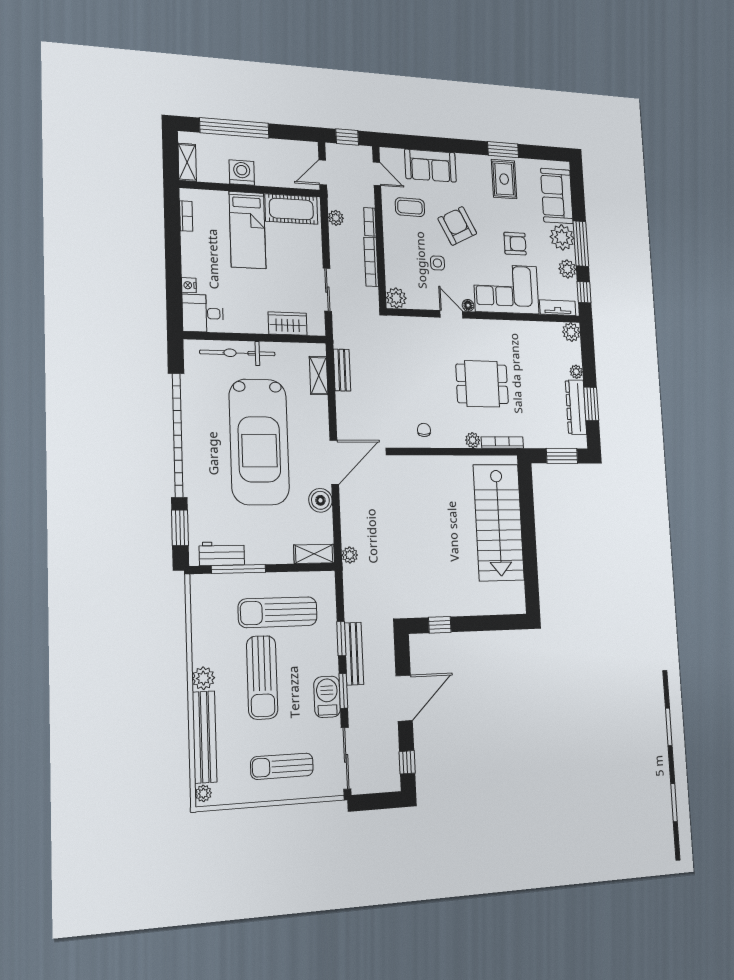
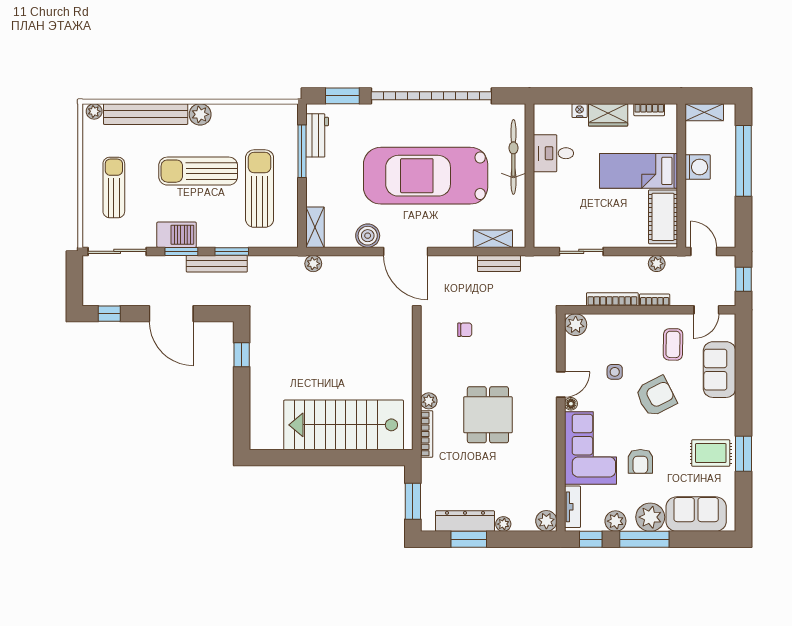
desk: (203, 313) -> (553, 153), moved, turned -90
wardrobe: (288, 324) -> (608, 115), moved, turned 90
chair: (424, 430) -> (465, 330), moved

